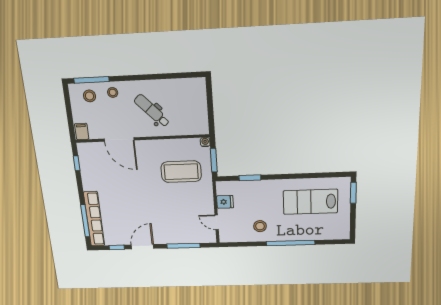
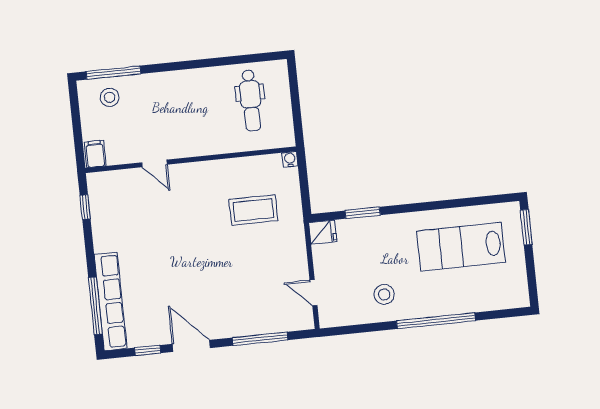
stool: (113, 92) -> (146, 90), removed
dental chair: (152, 111) -> (251, 100), moved, turned -136
door: (119, 140) -> (154, 163), width x0.53
window: (214, 160) -> (304, 188), removed
coffee table: (181, 172) -> (253, 210), width x0.73, depth x0.76
fridge: (225, 202) -> (323, 232), moved
door: (142, 247) -> (191, 346), hinge flipped

